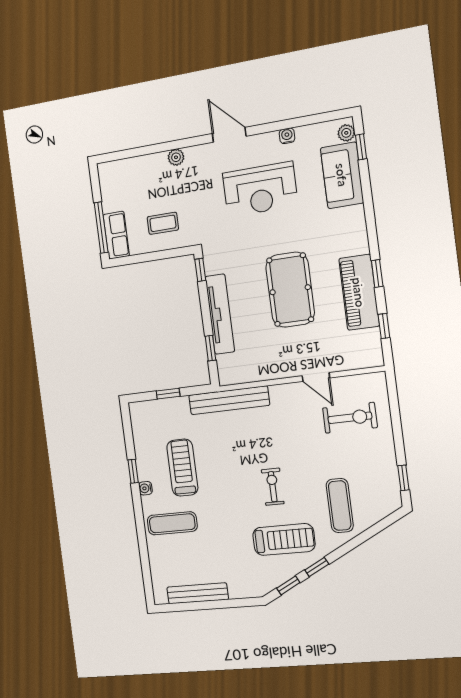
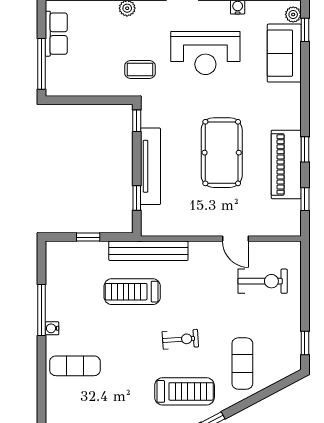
coffee table: (163, 223) -> (140, 70), moved
row of seats: (116, 235) -> (56, 34), moved
treadmill: (182, 468) -> (132, 292), moved, turned -90
window: (133, 471) -> (42, 310), width x2.17
exercise bike: (273, 487) -> (180, 339), turned 86

